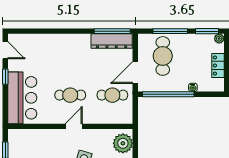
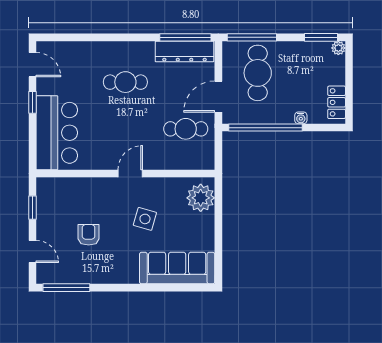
window: (170, 31) -> (252, 37), moved
locker: (218, 66) -> (337, 102), moved
cafe table: (70, 95) -> (125, 82), moved

